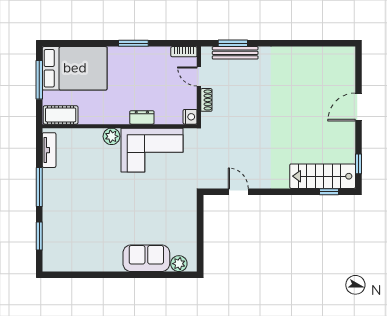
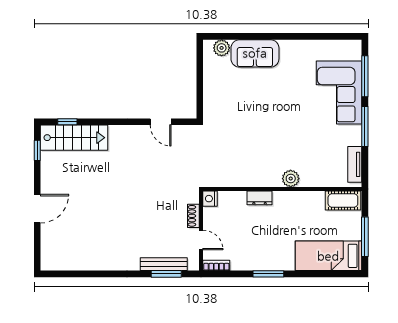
bed: (75, 68) -> (328, 256), width x0.67
corner sofa: (152, 150) -> (339, 92), moved, turned -90
window: (39, 236) -> (365, 76), width x1.44

